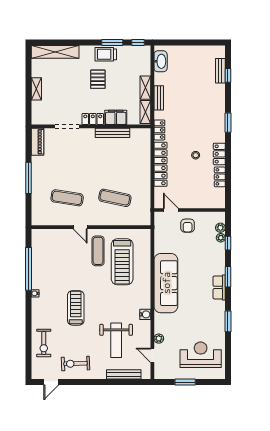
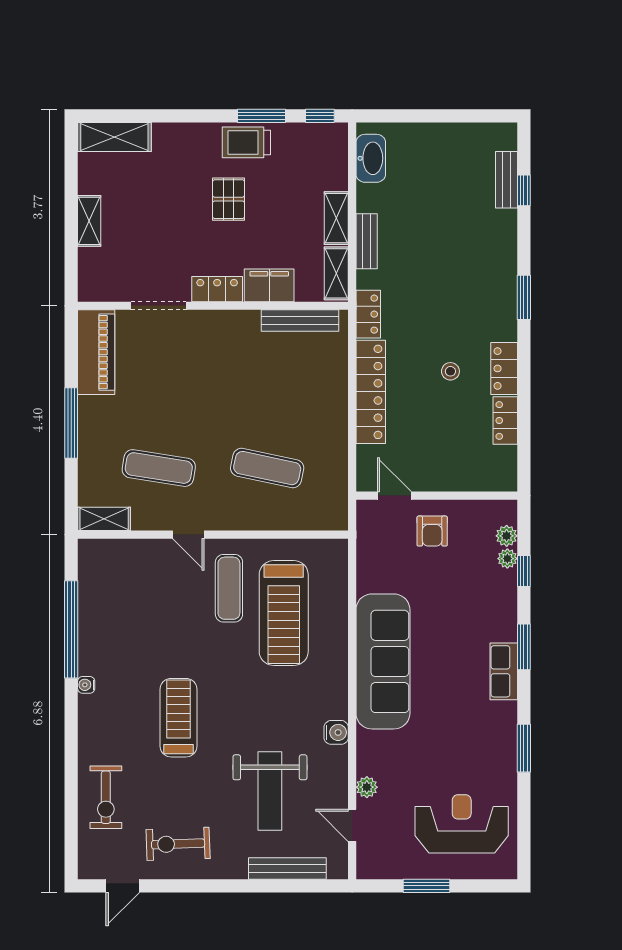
shelving: (55, 52) -> (114, 137), width x0.68
bench: (113, 133) -> (300, 320), moved
piano: (37, 142) -> (96, 352), width x1.37, depth x1.33
shelving: (43, 220) -> (104, 519), added

